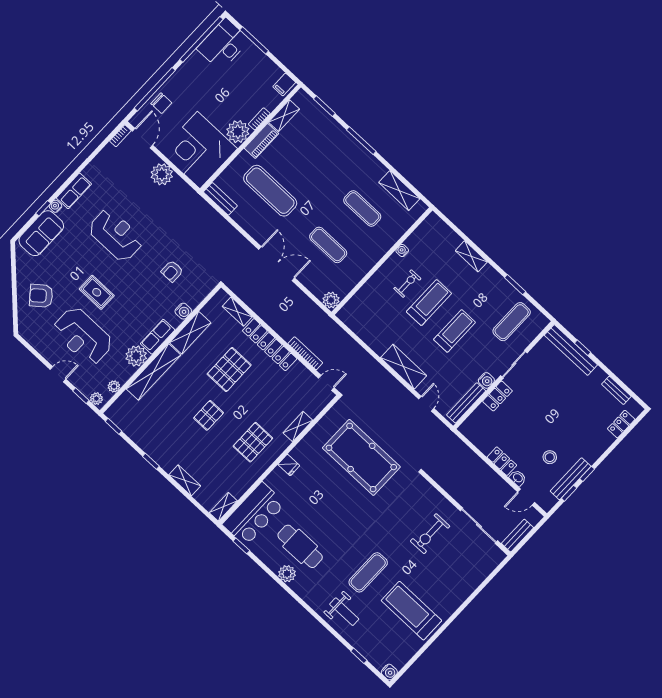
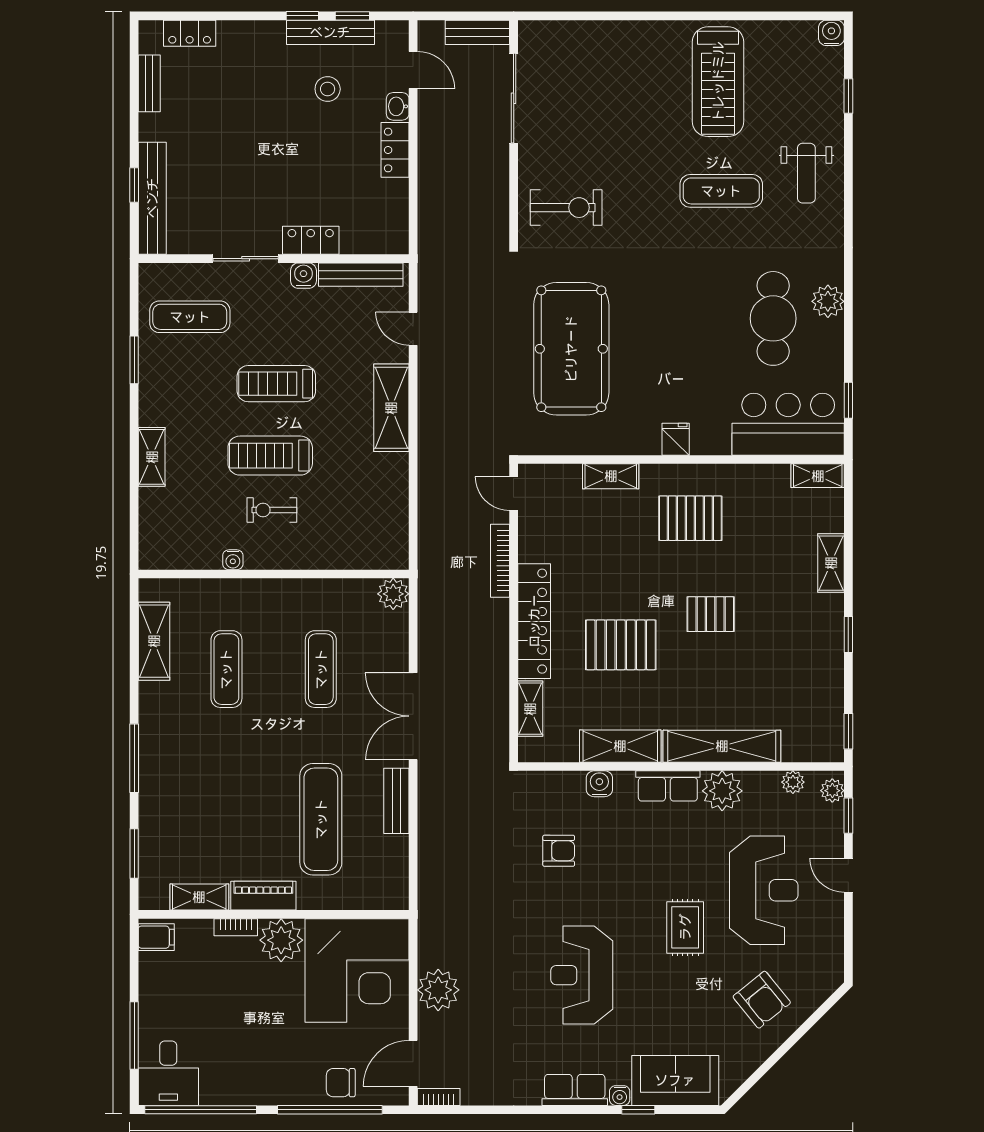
desk: (223, 44) -> (168, 1073), width x0.73
chair: (161, 103) -> (341, 1083), turned -90
bench: (220, 199) -> (396, 801), moved
door: (426, 404) -> (413, 329), hinge flipped
exercise bike: (430, 534) -> (566, 208), moved
weight bench: (344, 612) -> (806, 173), turned 180

